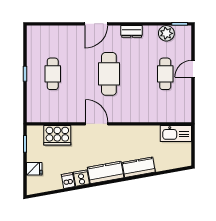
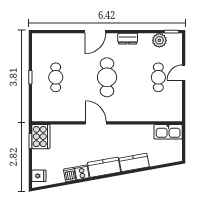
cooker: (57, 135) -> (41, 137), moved, turned -90
fridge: (34, 169) -> (39, 176), moved

